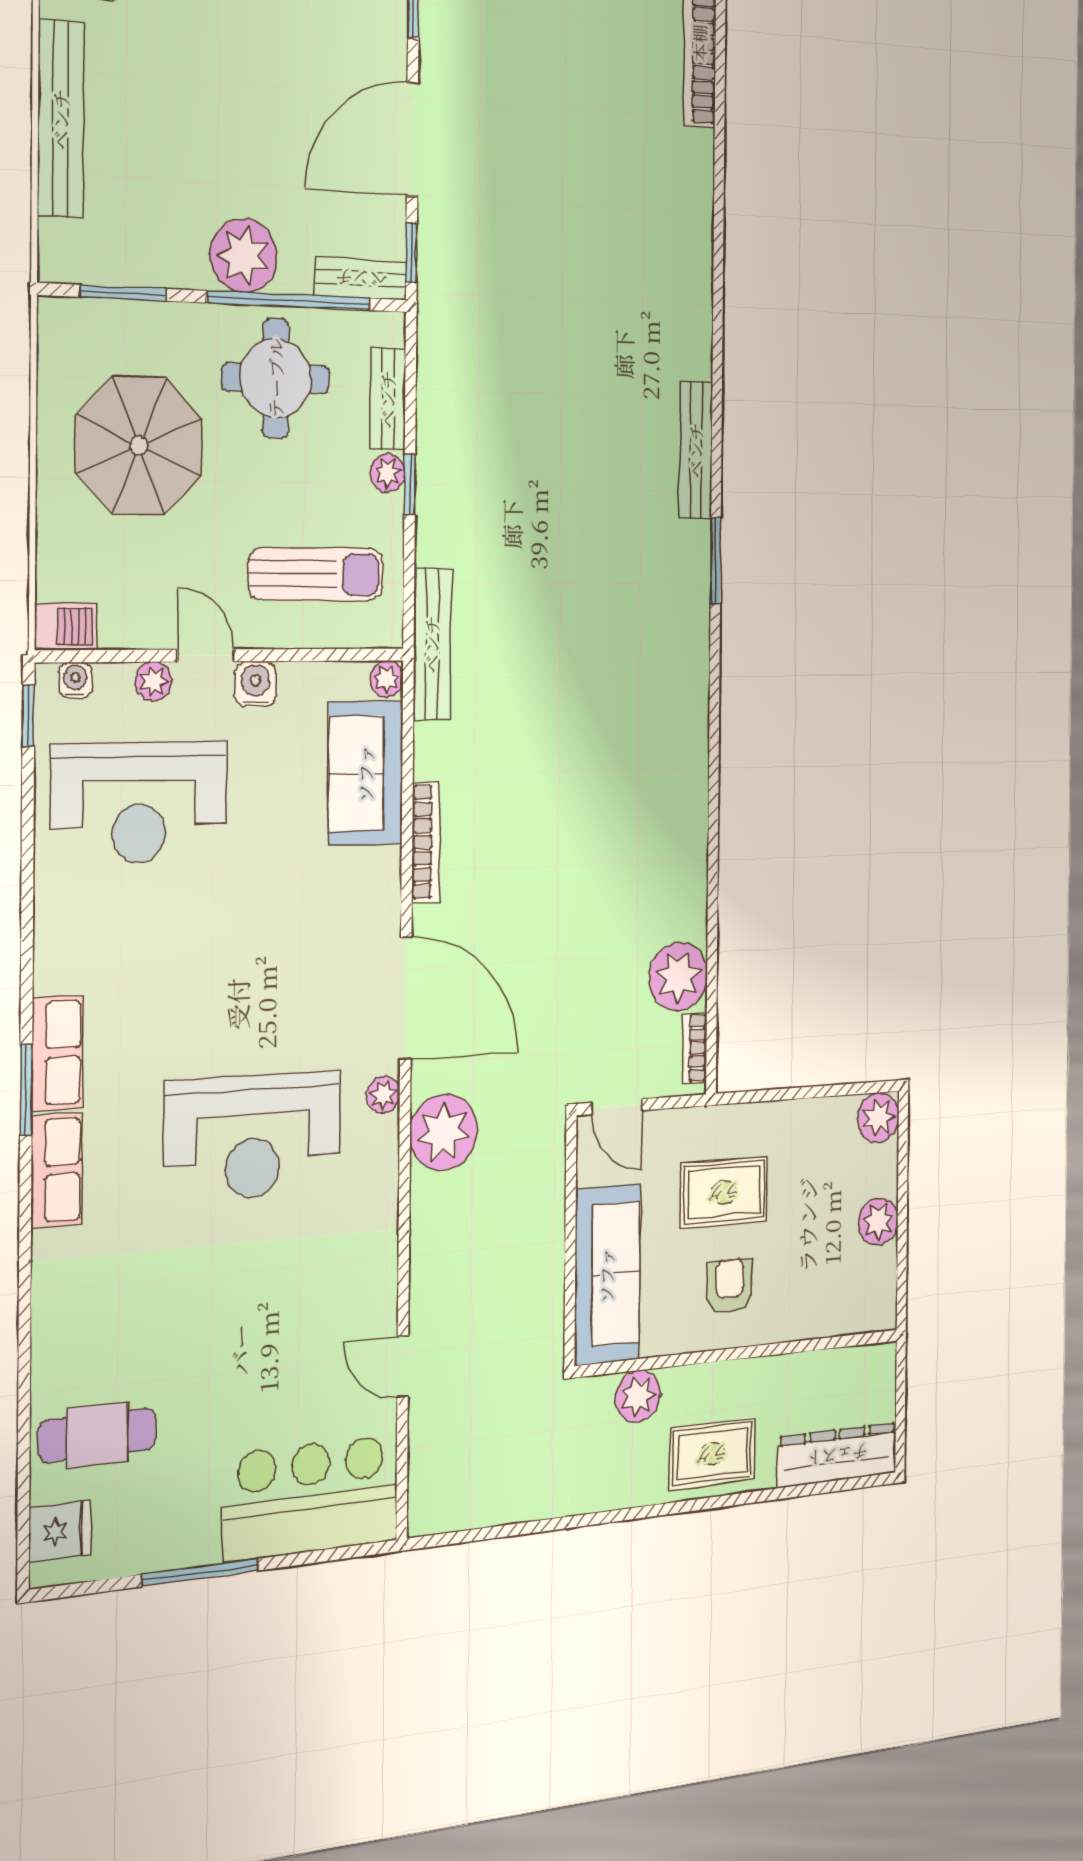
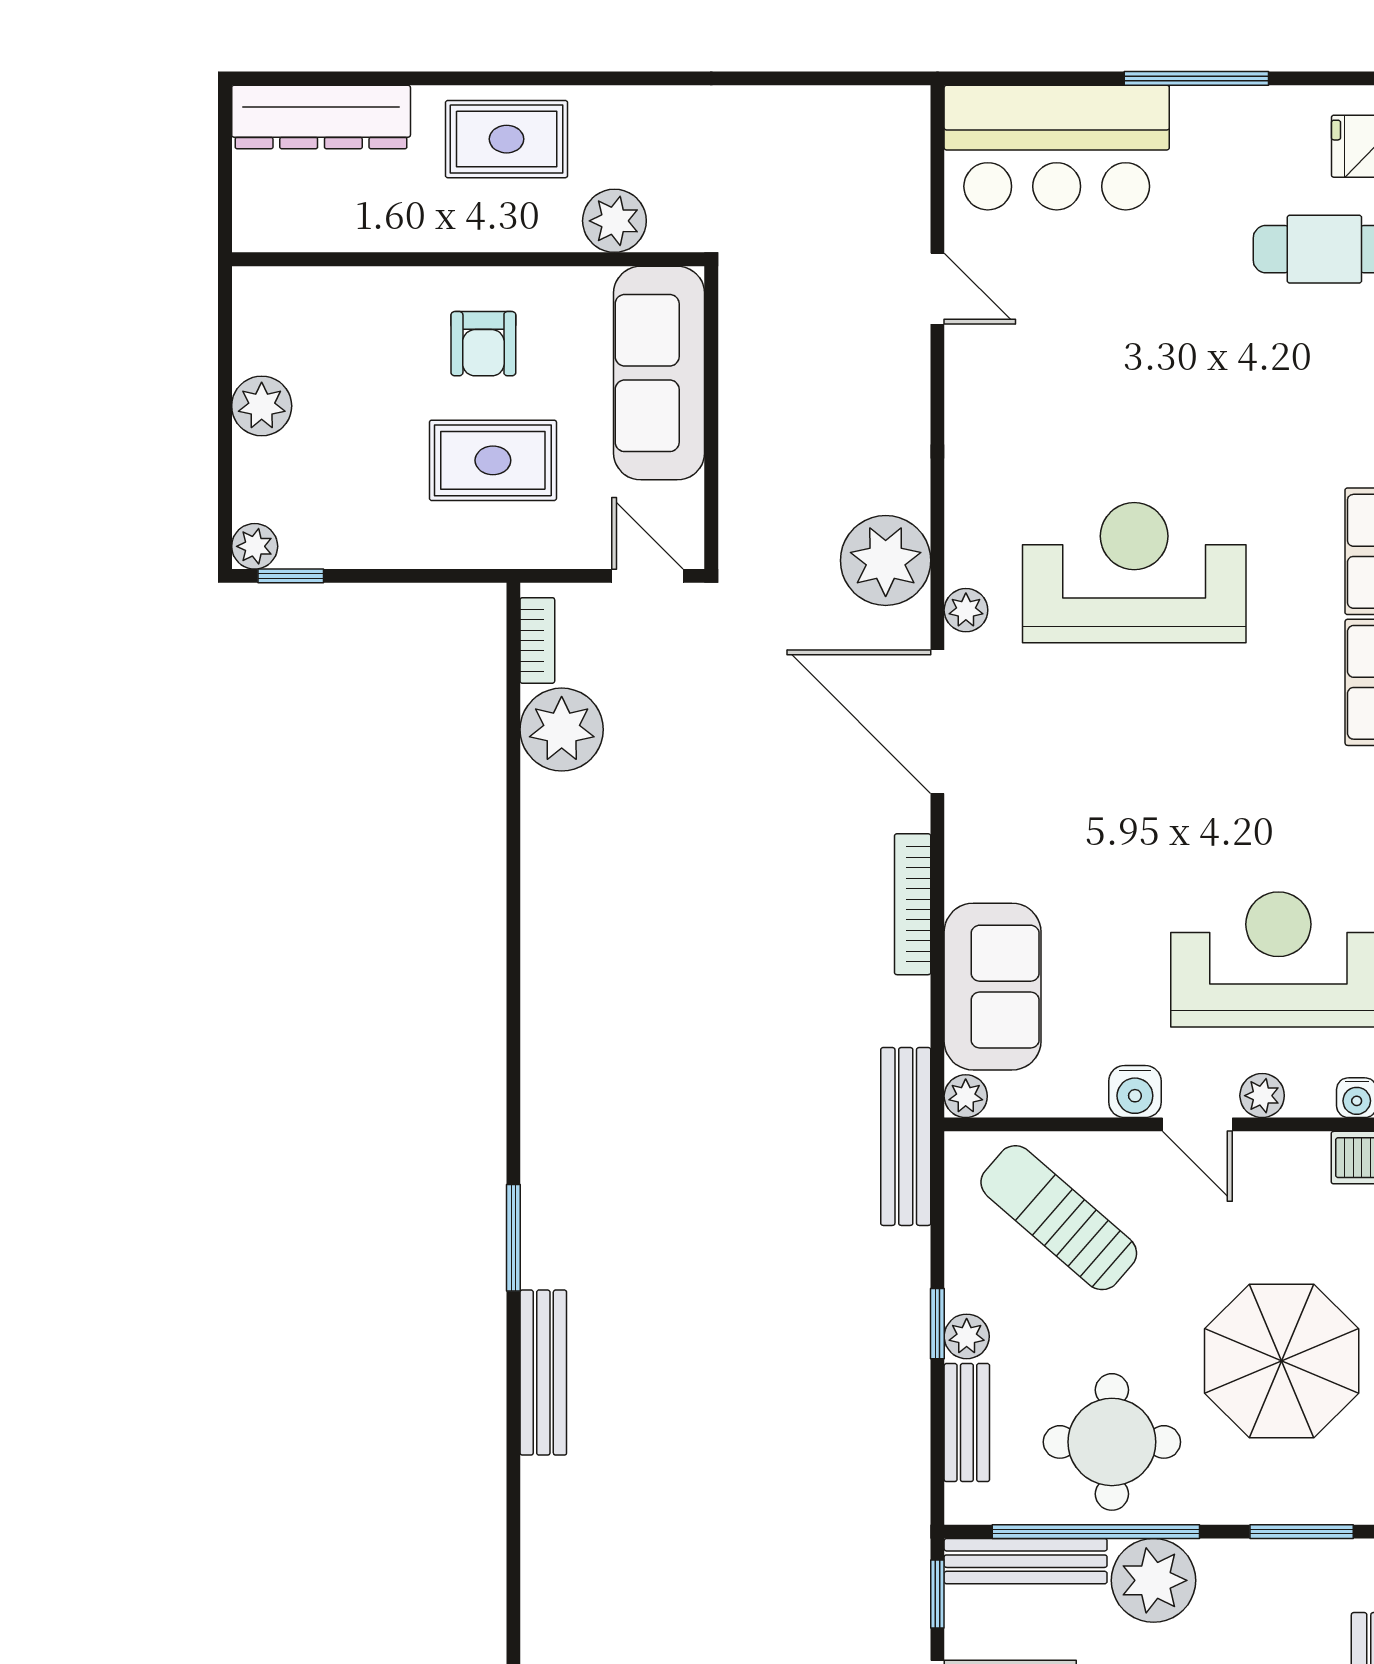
bench: (361, 278) -> (1026, 1561), width x1.36
sun lounger: (316, 574) -> (1059, 1218), turned 41
window: (861, 1088) -> (291, 576), added
plant: (878, 1117) -> (255, 546), width x0.73, depth x0.73

